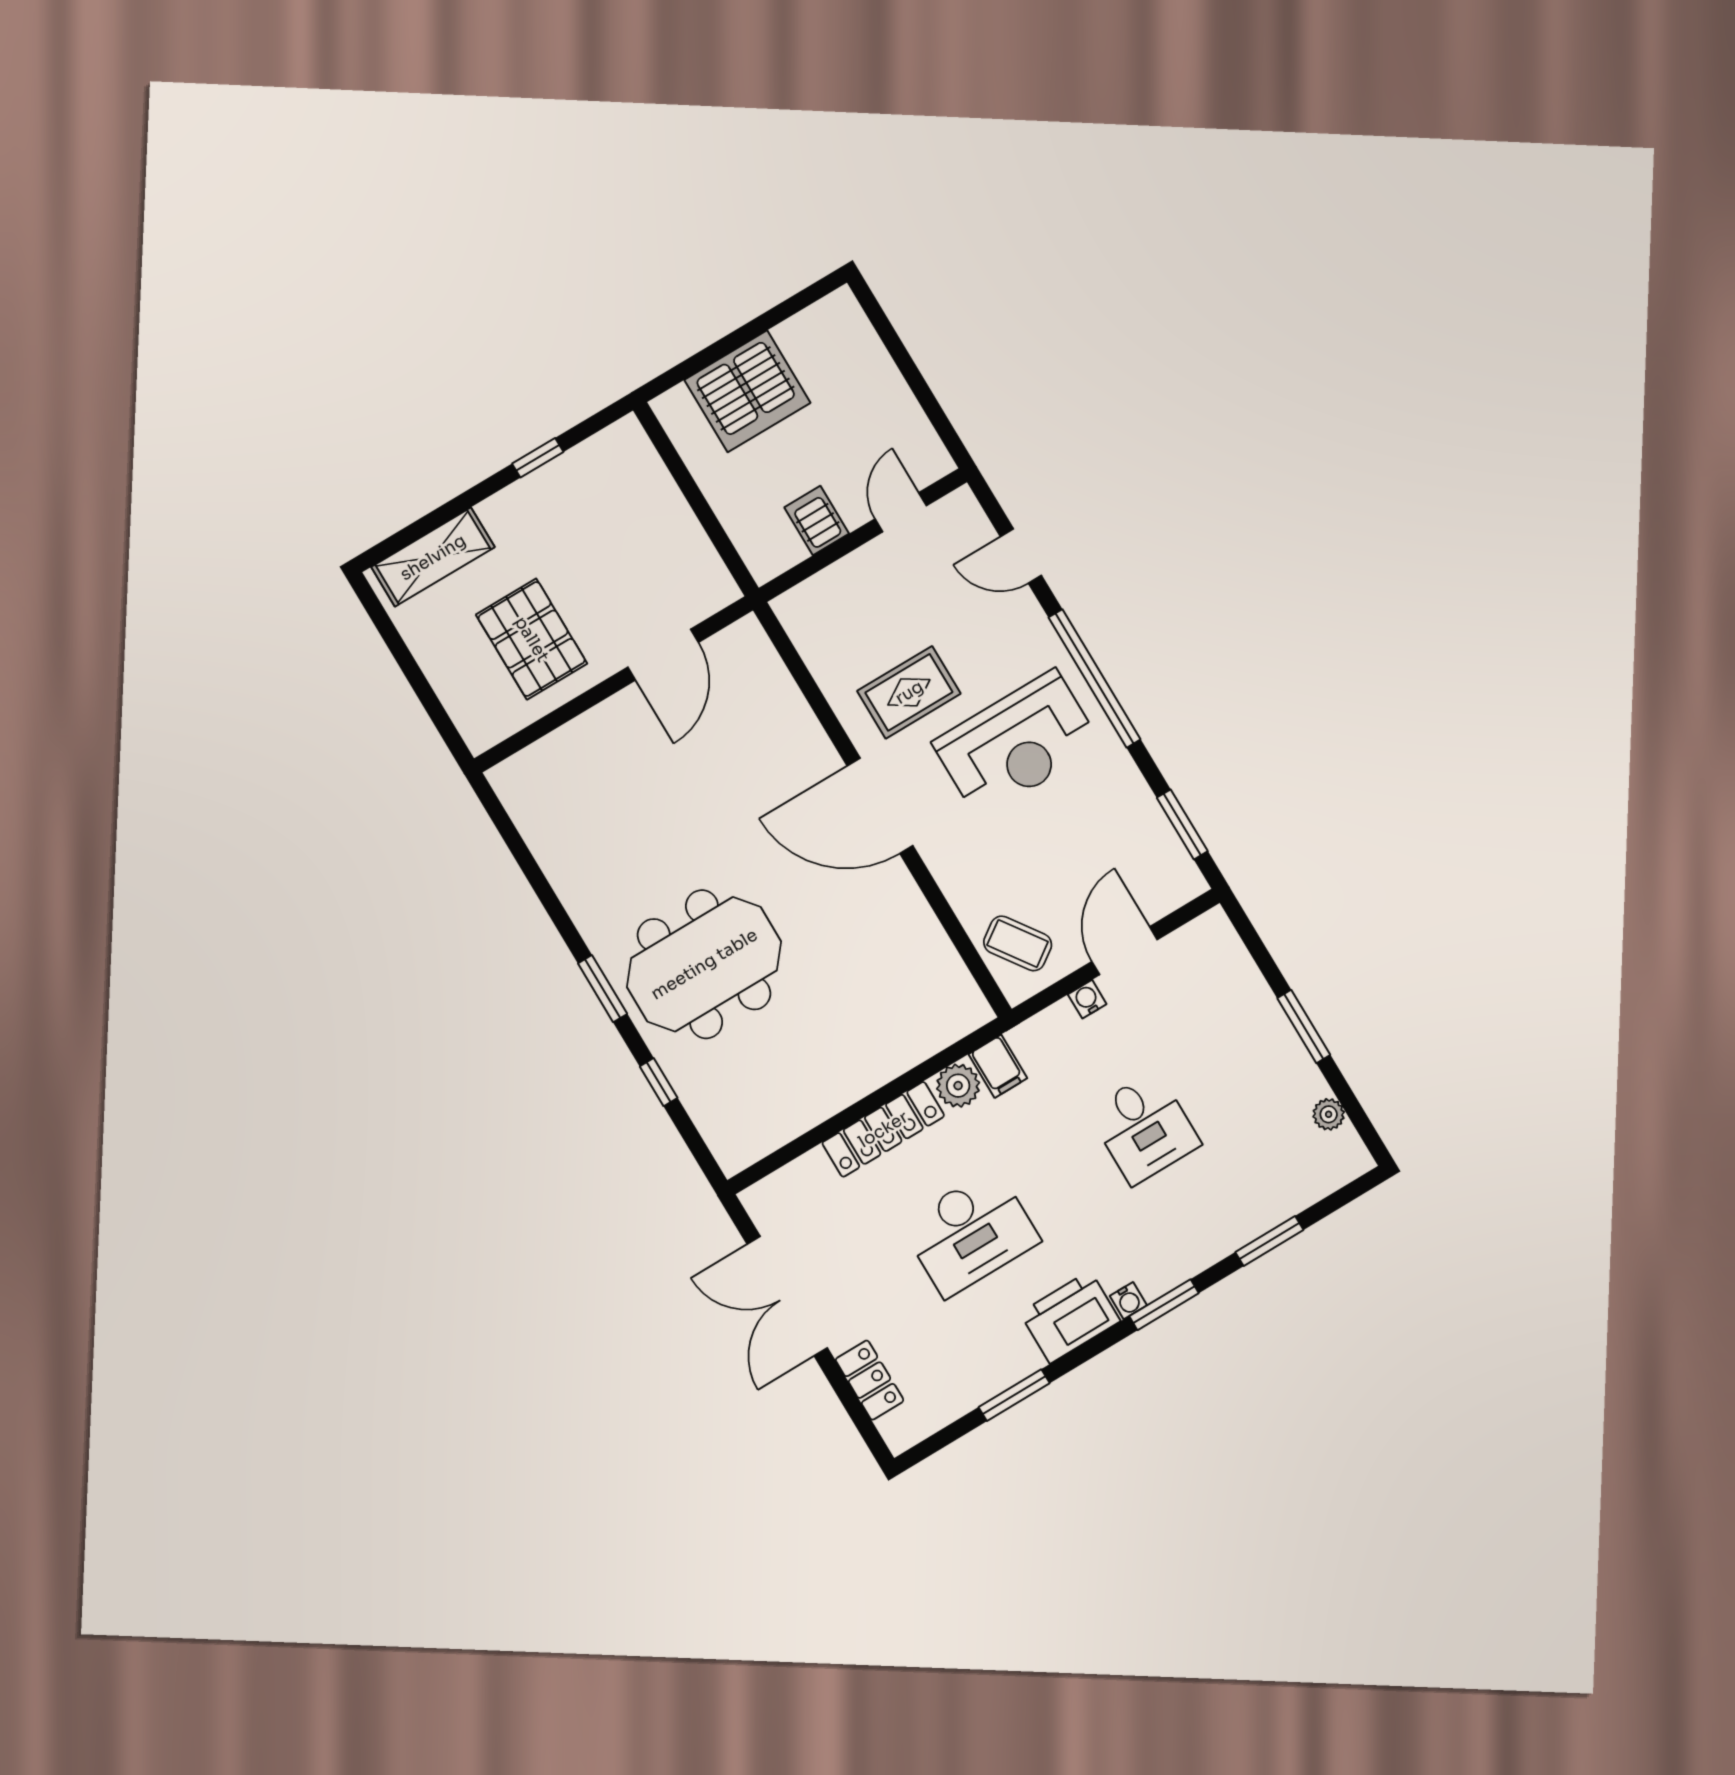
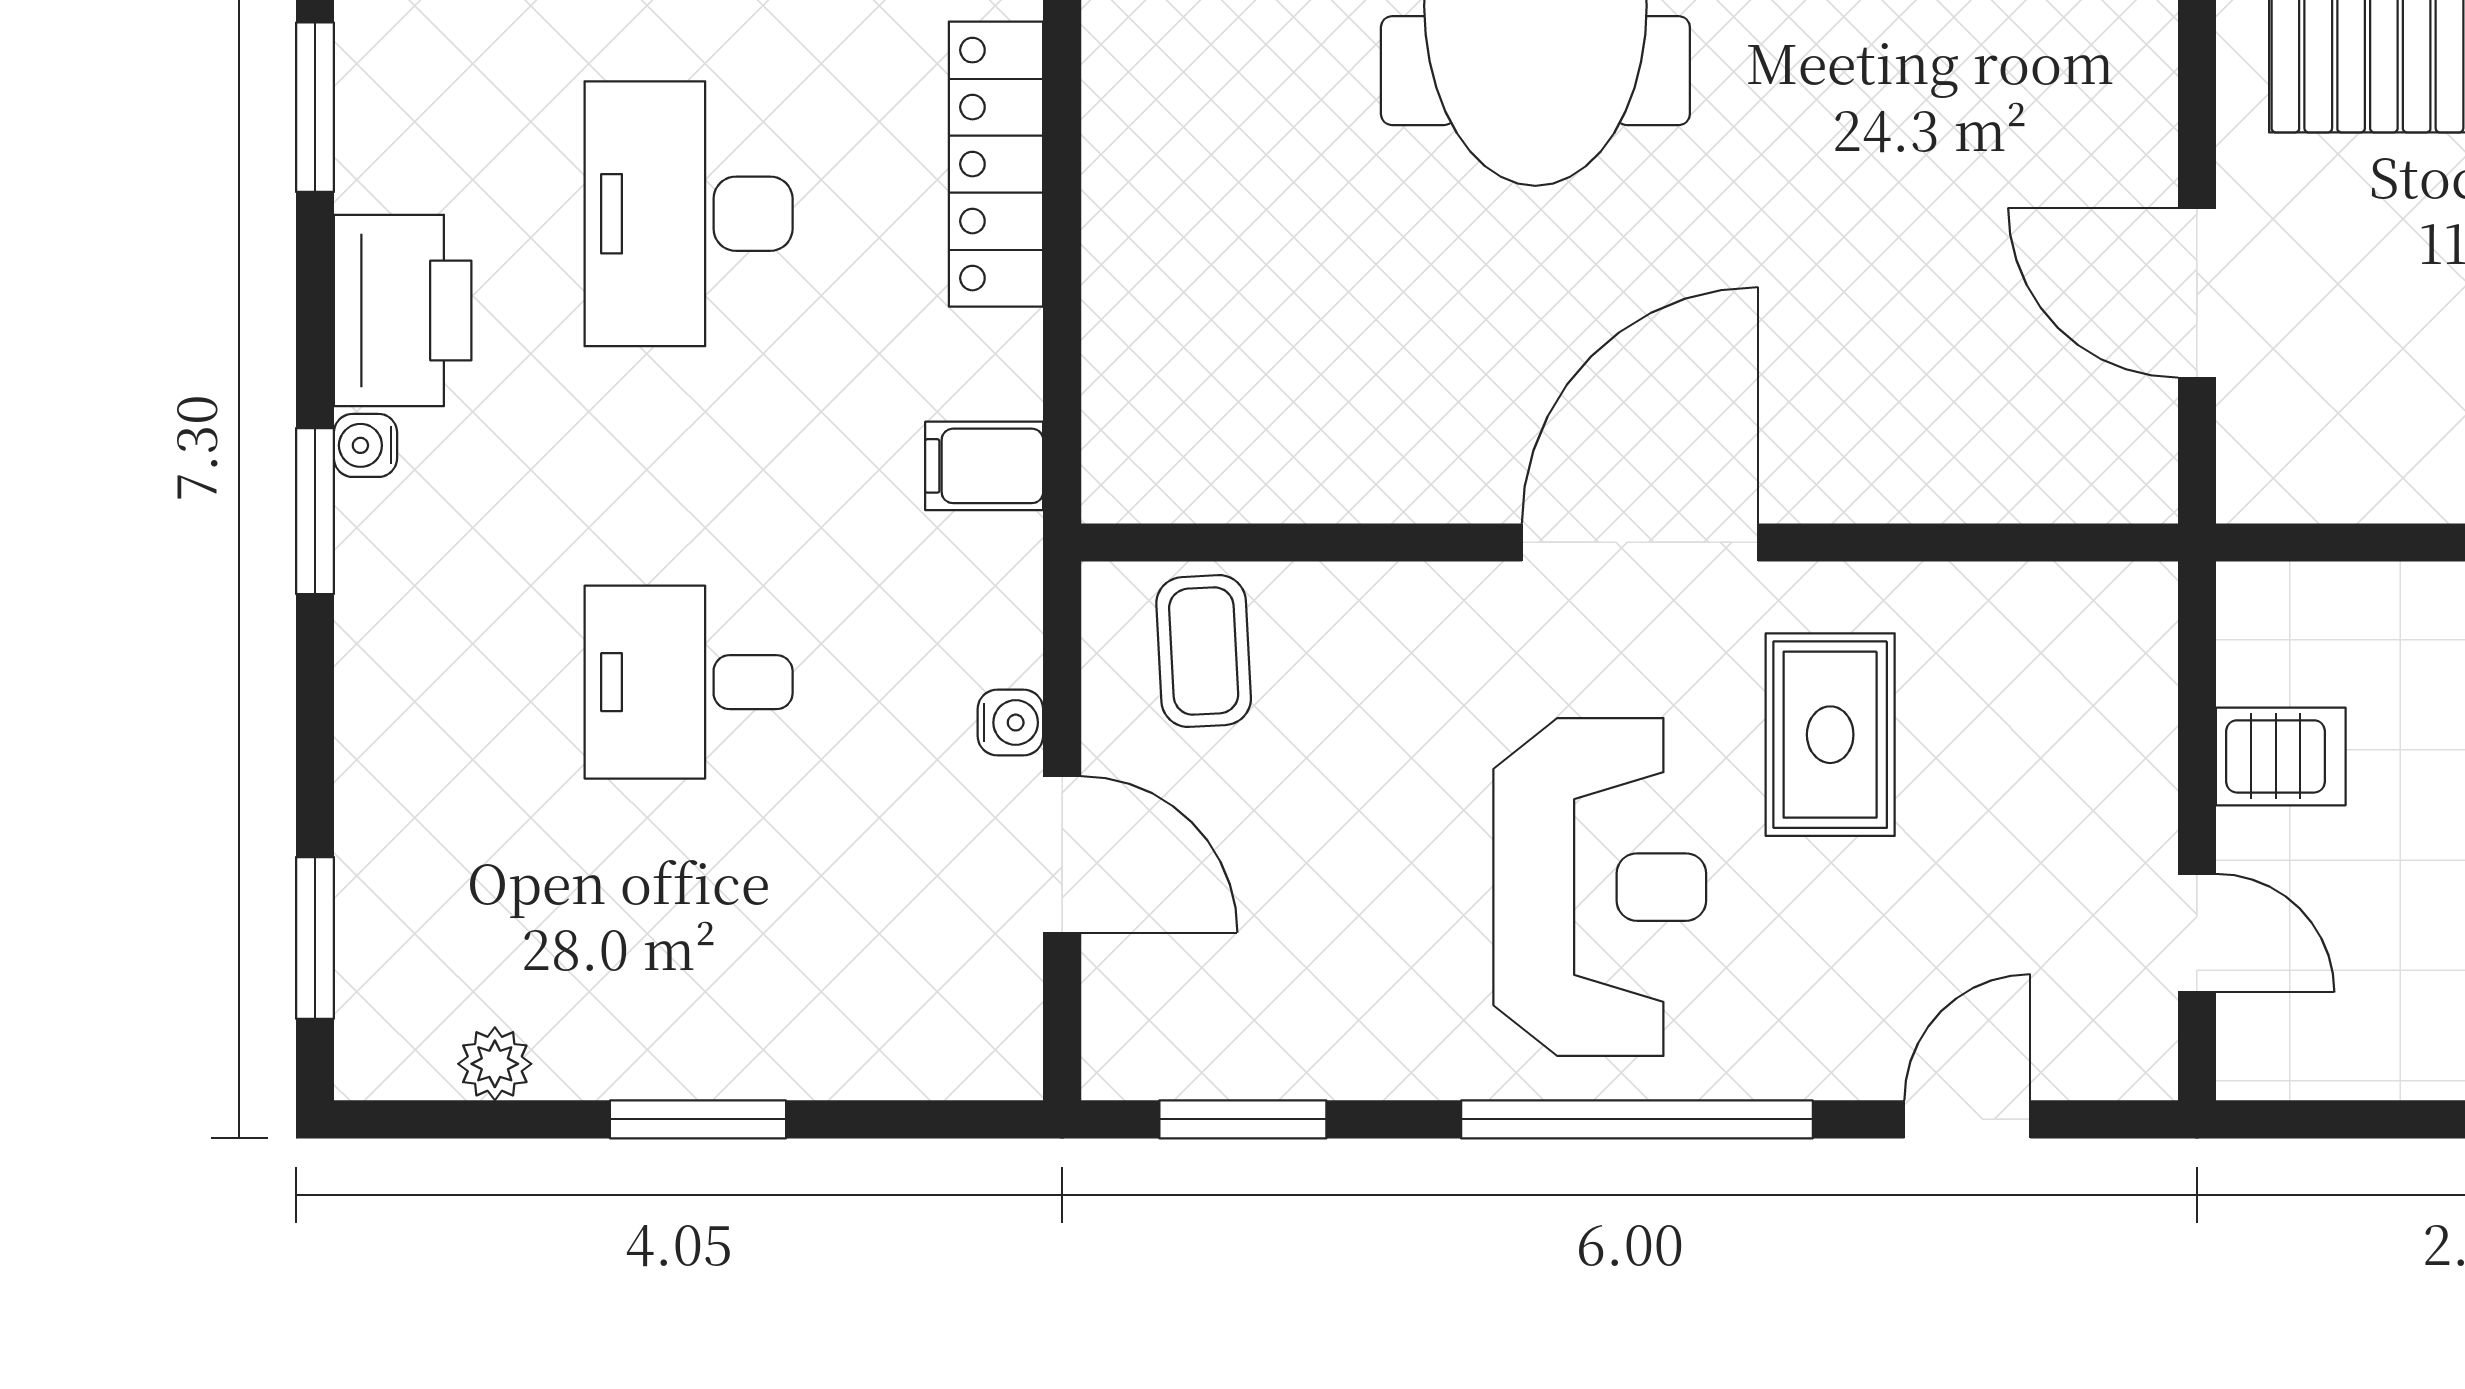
reception desk: (1017, 744) -> (1600, 887), turned 180
coffee table: (1018, 943) -> (1204, 651), turned -58
plant: (958, 1086) -> (993, 364), removed
window: (1269, 1241) -> (315, 938), moved

